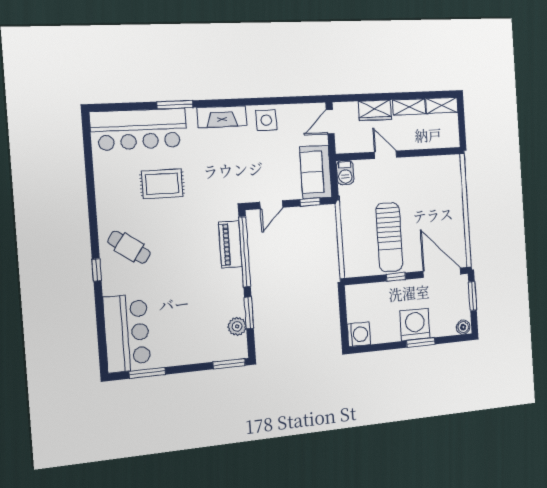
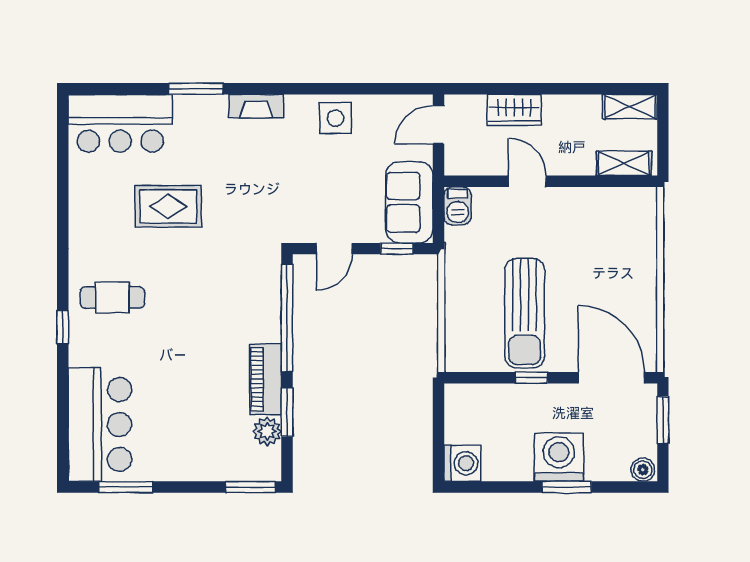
shelving: (409, 107) -> (624, 163), moved
fireplace: (222, 117) -> (256, 106), width x0.73, depth x0.76
bar counter: (139, 129) -> (120, 123), width x0.73
piano: (230, 244) -> (266, 379), moved
cafe table: (129, 247) -> (112, 298), turned -36

